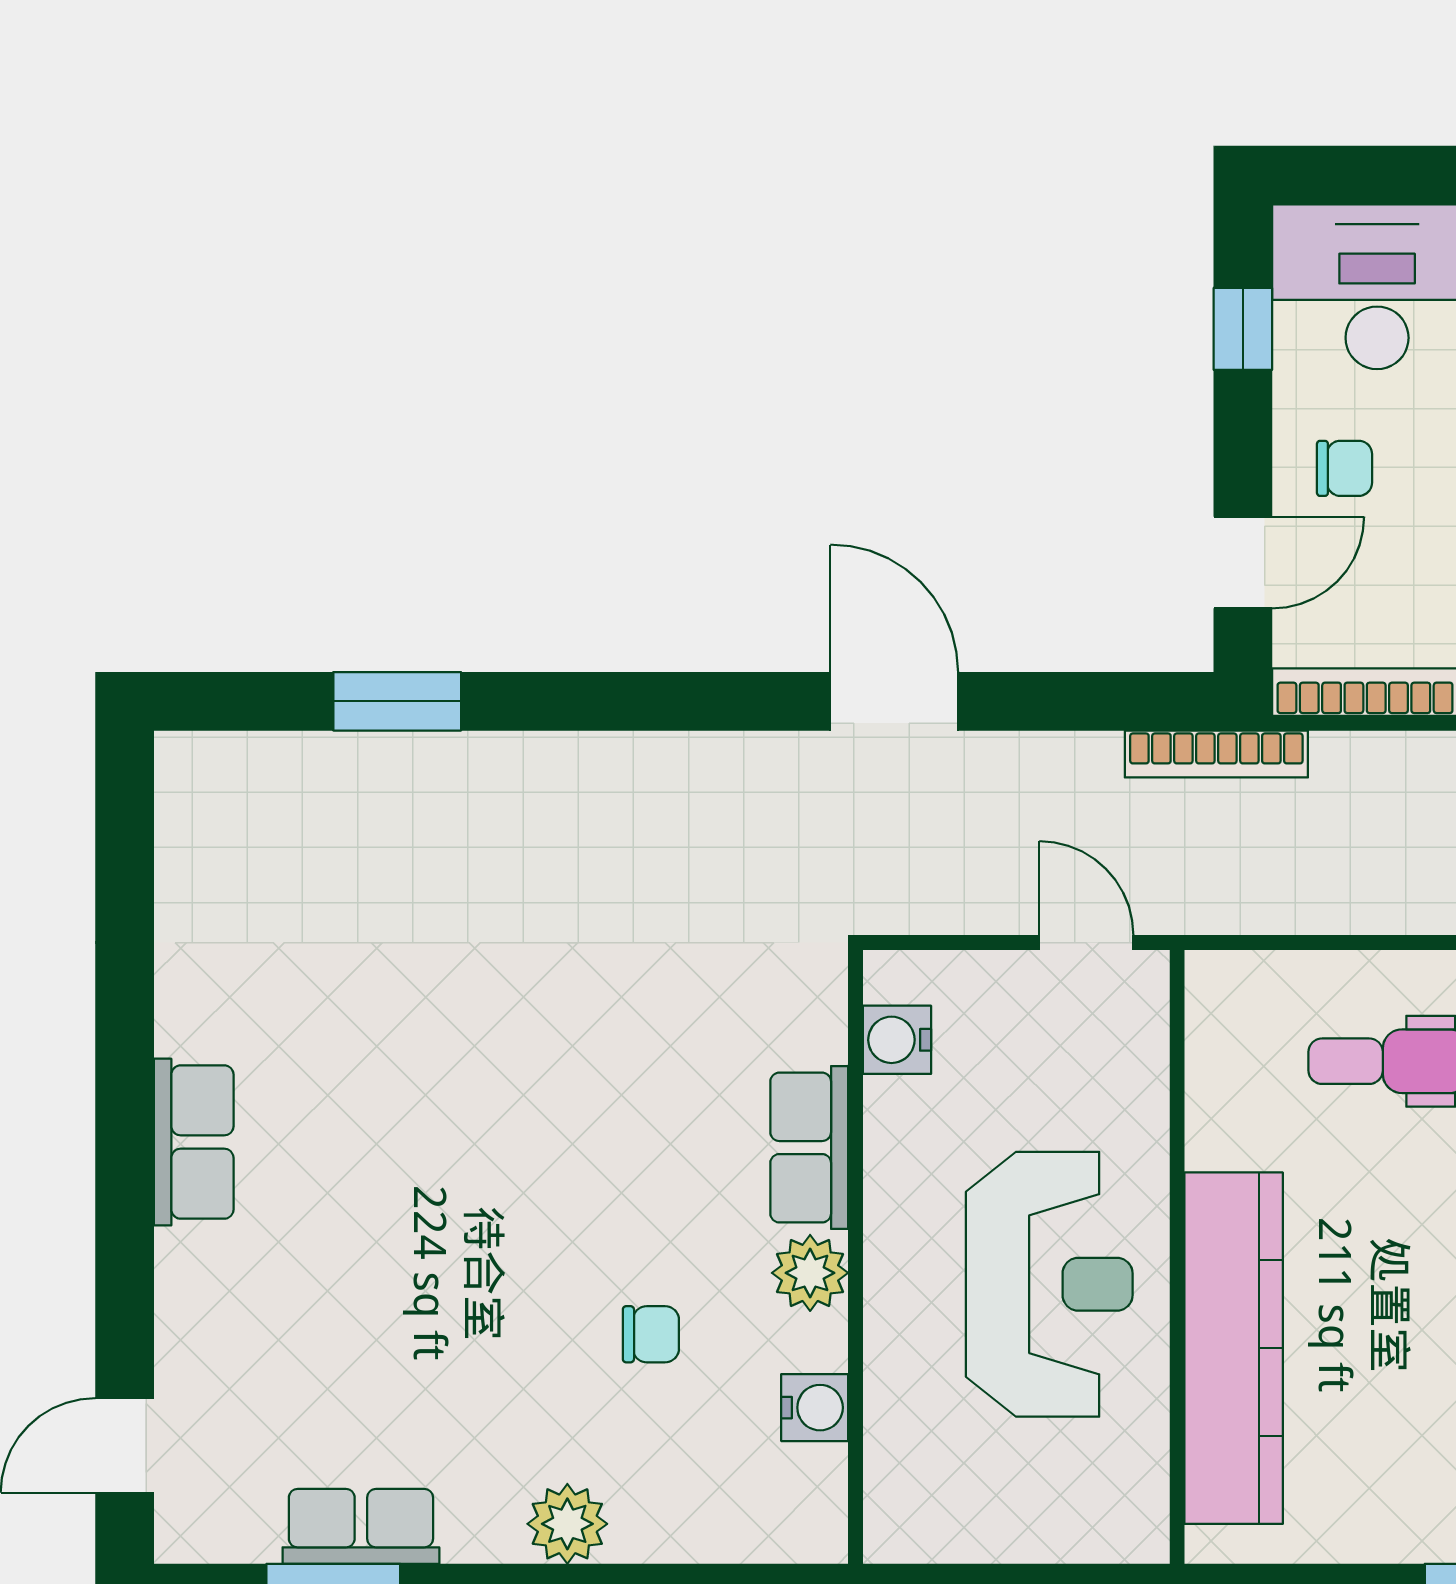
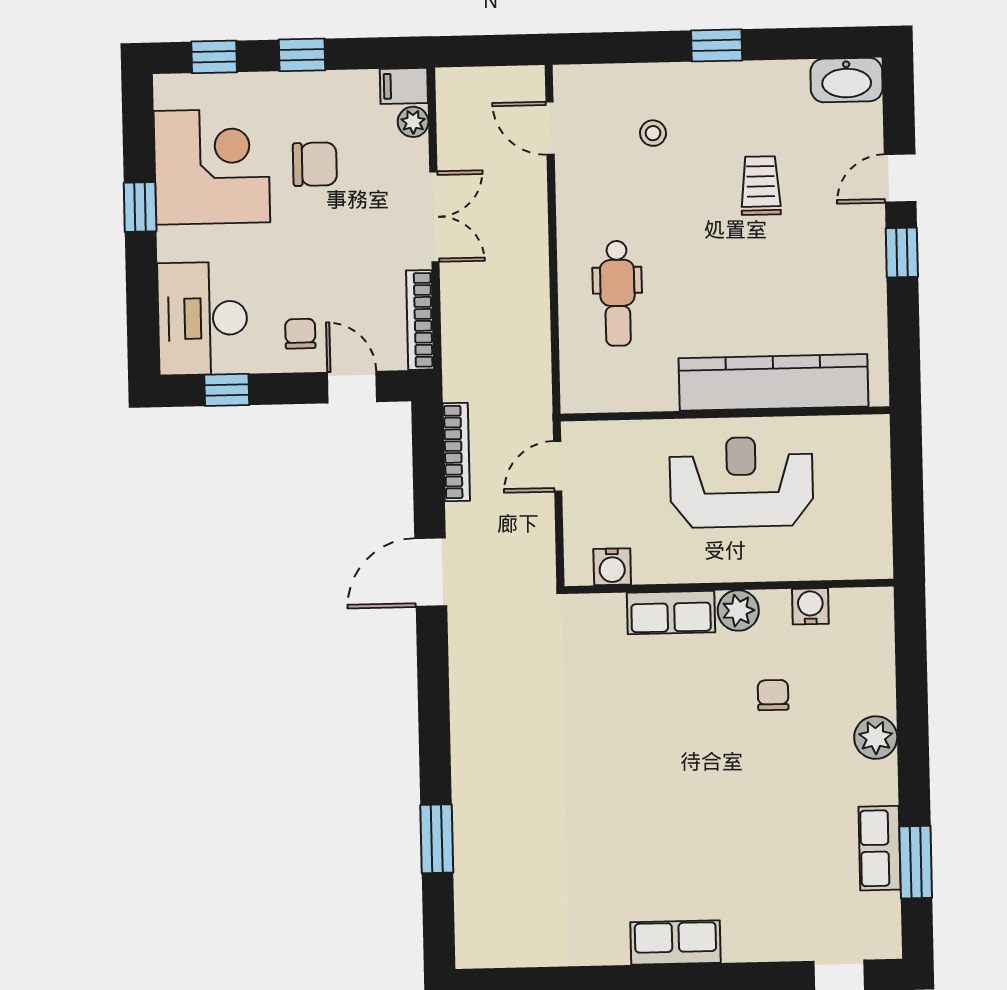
bookcase: (1216, 754) -> (456, 452), moved

